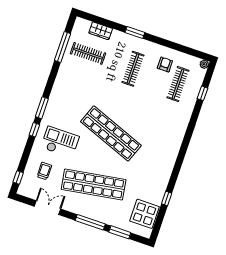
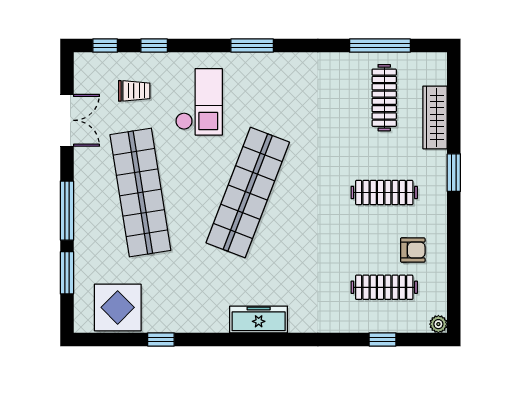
wardrobe: (101, 31) -> (435, 117), width x1.50
window: (34, 130) -> (154, 46), moved
freezer: (173, 149) -> (259, 319), added

